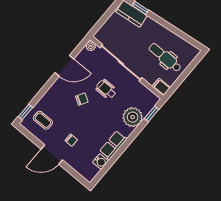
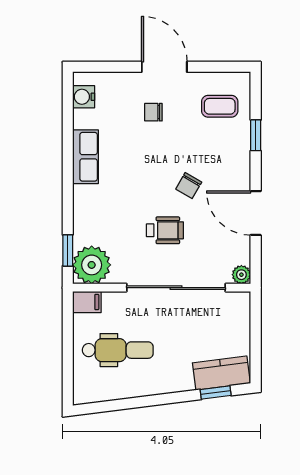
door: (64, 66) -> (256, 213), hinge flipped
window: (25, 112) -> (256, 135), moved
plant: (133, 117) -> (92, 265), moved
door: (52, 154) -> (164, 67), hinge flipped
water cooler: (100, 162) -> (84, 97), moved

